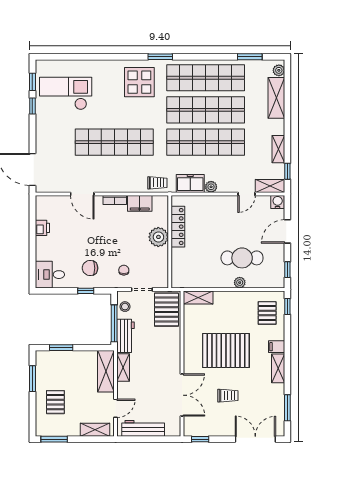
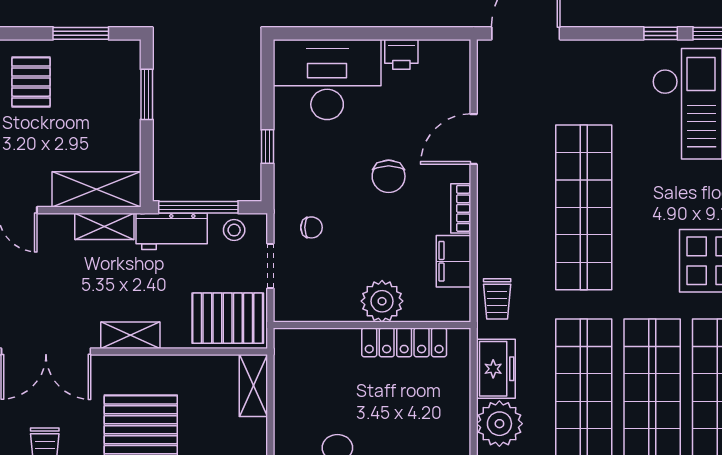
plant: (211, 187) -> (499, 424), width x1.87, depth x1.87
chair: (90, 268) -> (389, 176), moved, turned 180
desk: (50, 275) -> (327, 79), width x1.87, depth x1.30
shelving: (174, 355) -> (130, 335), added
pallet: (55, 402) -> (31, 82), turned 90

